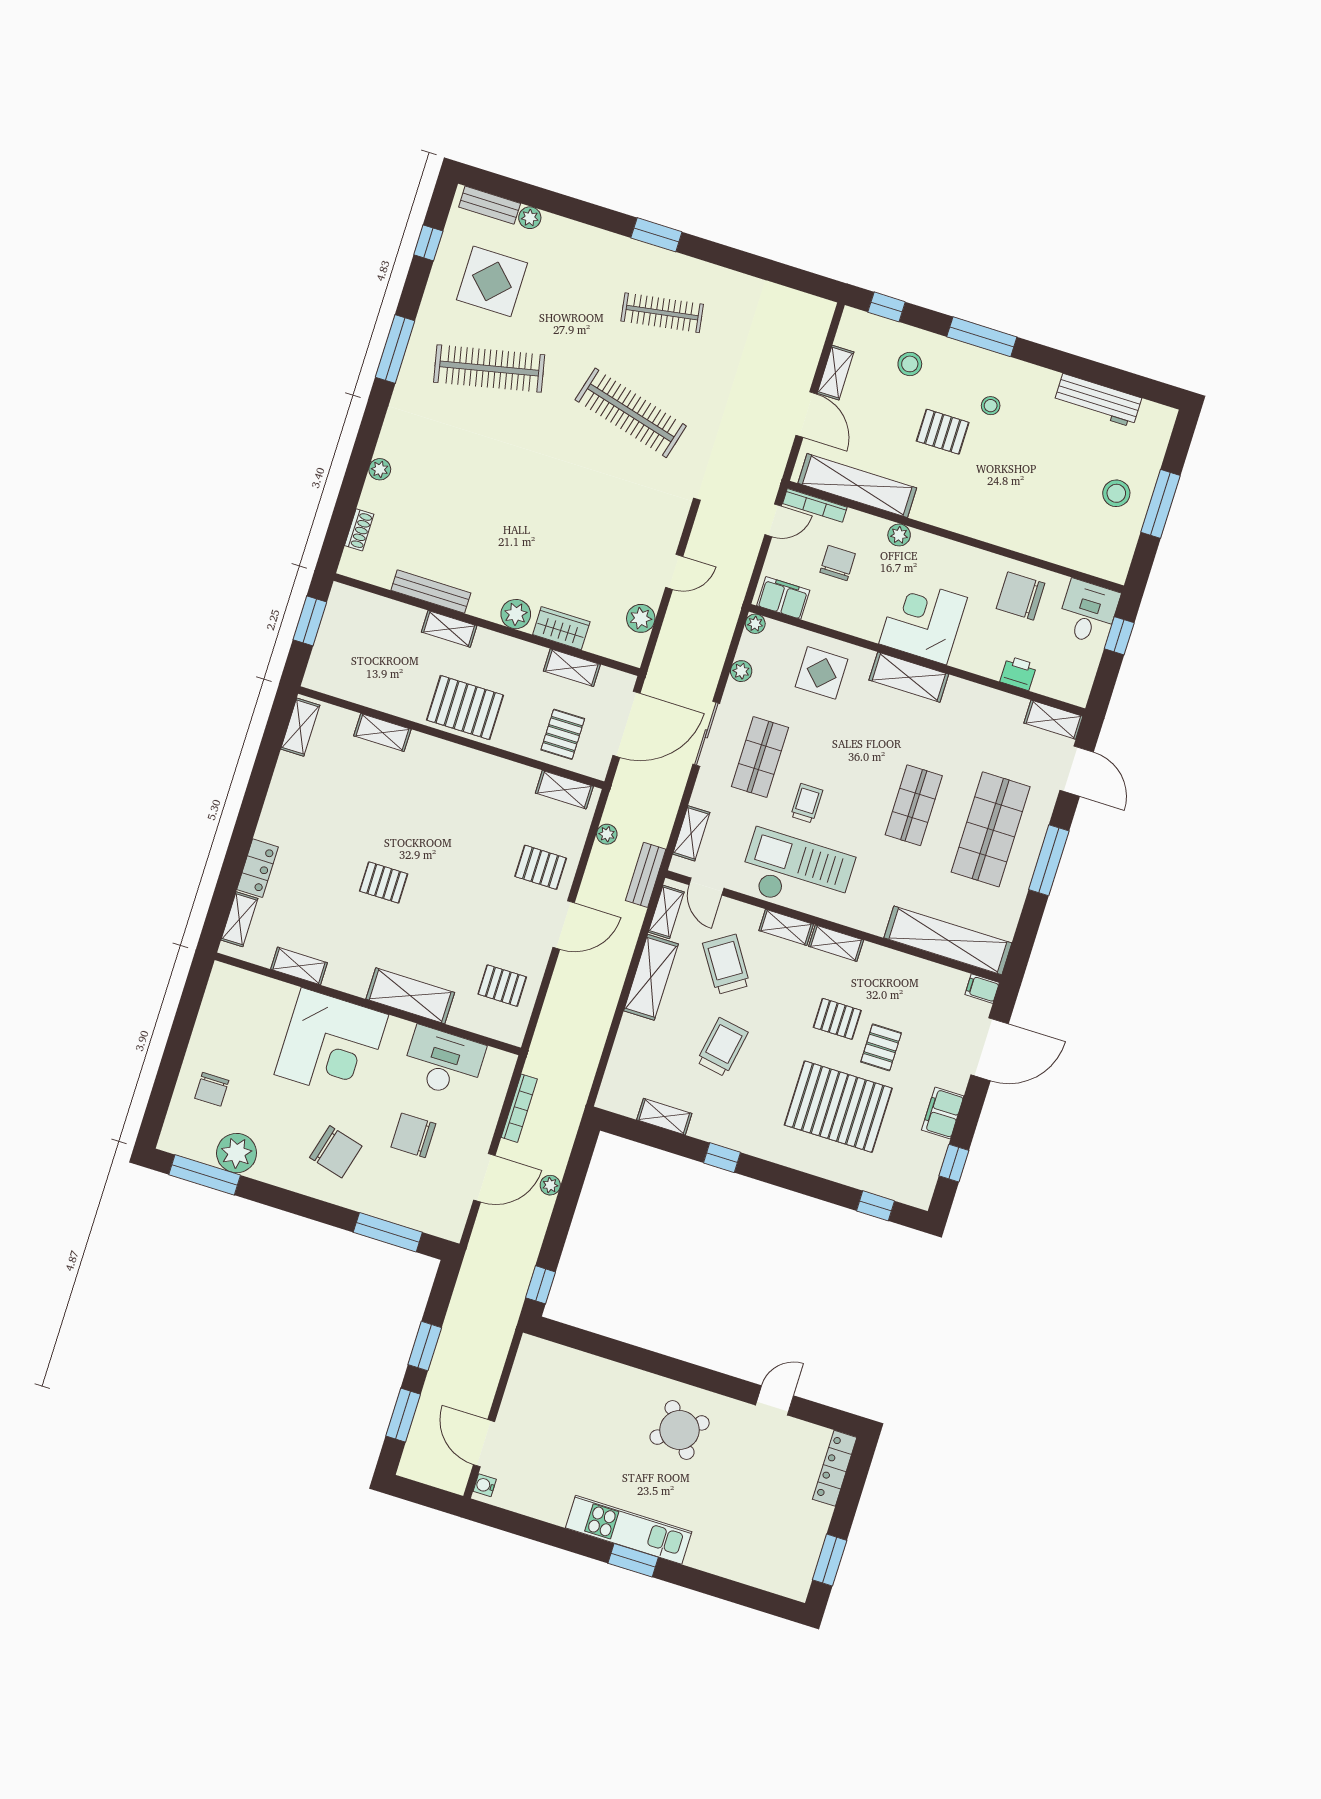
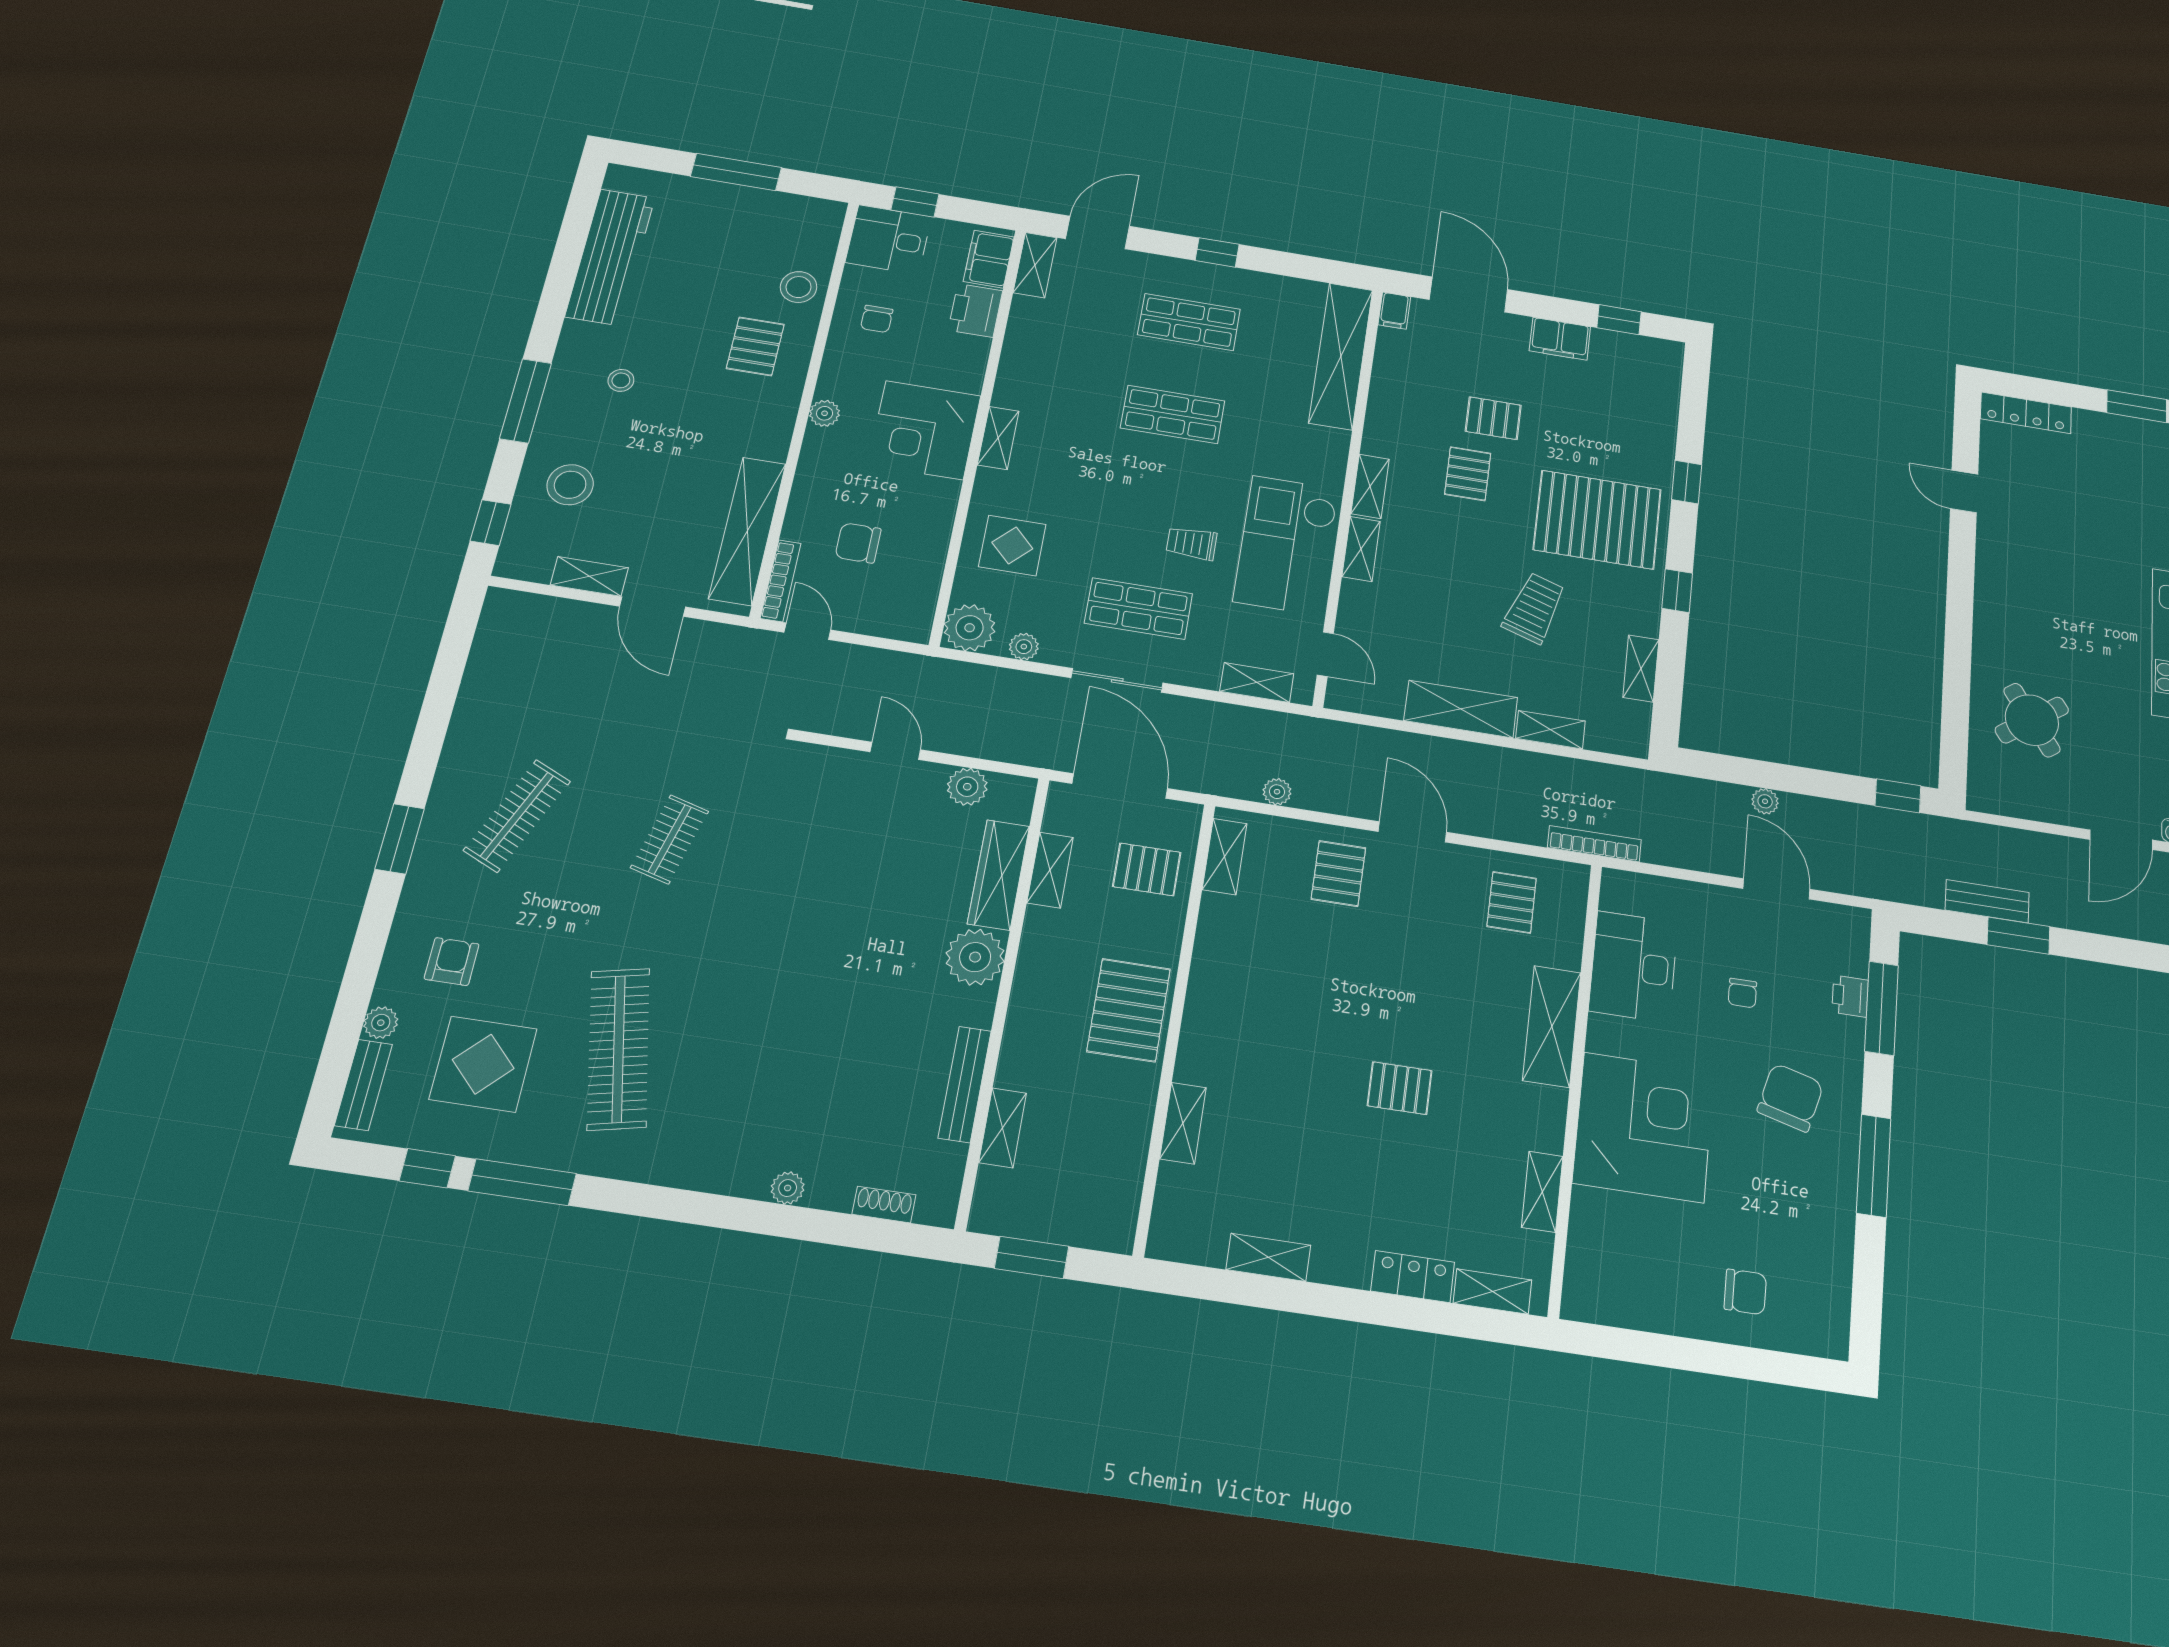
armchair: (565, 265) -> (452, 962), added
clothes rail: (662, 313) -> (517, 816), turned 33
window: (395, 349) -> (522, 1182), moved
stool: (910, 364) -> (570, 485), width x1.38, depth x1.38
workbench: (1098, 400) -> (610, 257), width x1.36, depth x1.32
clothes rail: (631, 413) -> (670, 839), width x0.54, depth x0.76
door: (806, 415) -> (653, 607), swing flipped
pallet: (943, 432) -> (755, 346), moved
stool: (1116, 493) -> (799, 287), moved
plant: (899, 535) -> (825, 413), moved
chair: (1021, 596) -> (877, 319), width x0.54, depth x0.54
filing cabinet: (783, 598) -> (989, 259), moved
plant: (516, 614) -> (975, 957), width x1.36, depth x1.36
plant: (755, 624) -> (970, 628), width x1.88, depth x1.88
wardrobe: (561, 628) -> (999, 875), width x1.50
shelving: (449, 629) -> (1003, 1128), moved
printer: (1018, 673) -> (975, 310), width x1.36, depth x1.24
shelving: (909, 677) -> (998, 438), width x0.67, depth x0.75
shelving: (300, 727) -> (1268, 1257), moved
shop shelf: (991, 829) -> (1189, 322), width x0.70, depth x0.74
window: (1049, 860) -> (1217, 252), width x0.46
bench: (646, 875) -> (1987, 901), moved
pallet: (384, 882) -> (1400, 1088), turned 90
door: (706, 887) -> (1325, 654), hinge flipped
shelving: (666, 912) -> (1551, 730), moved
trolley: (726, 964) -> (1424, 616), removed
trolley: (722, 1047) -> (1534, 608), turned 98
pallet: (838, 1107) -> (1597, 520), moved, turned 90
bookcase: (519, 1108) -> (1594, 844), moved
chair: (413, 1135) -> (1742, 993), width x0.54, depth x0.54
plant: (237, 1153) -> (1826, 1240), removed
window: (205, 1175) -> (1874, 1166), moved
window: (876, 1206) -> (1687, 482), moved
printer: (400, 1212) -> (1850, 996), added
window: (403, 1415) -> (2116, 951), removed
round table: (680, 1430) -> (2032, 720), moved

